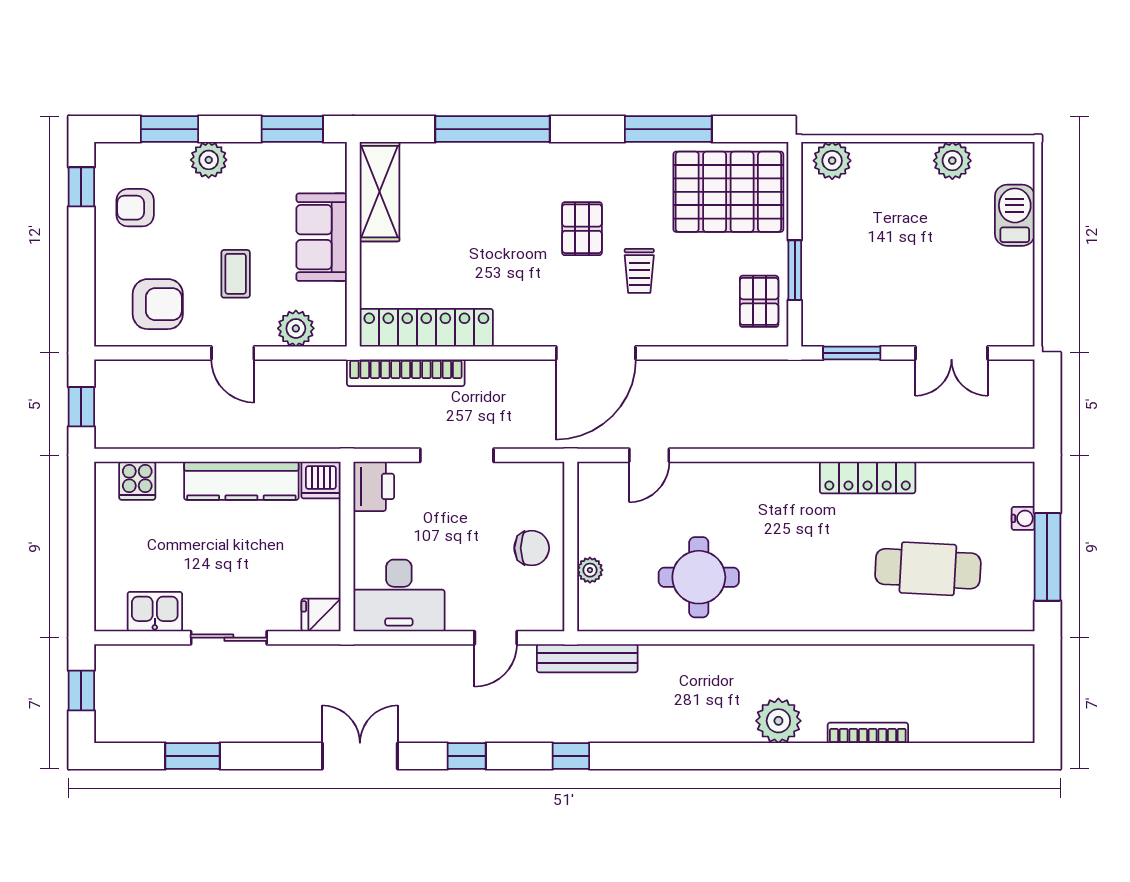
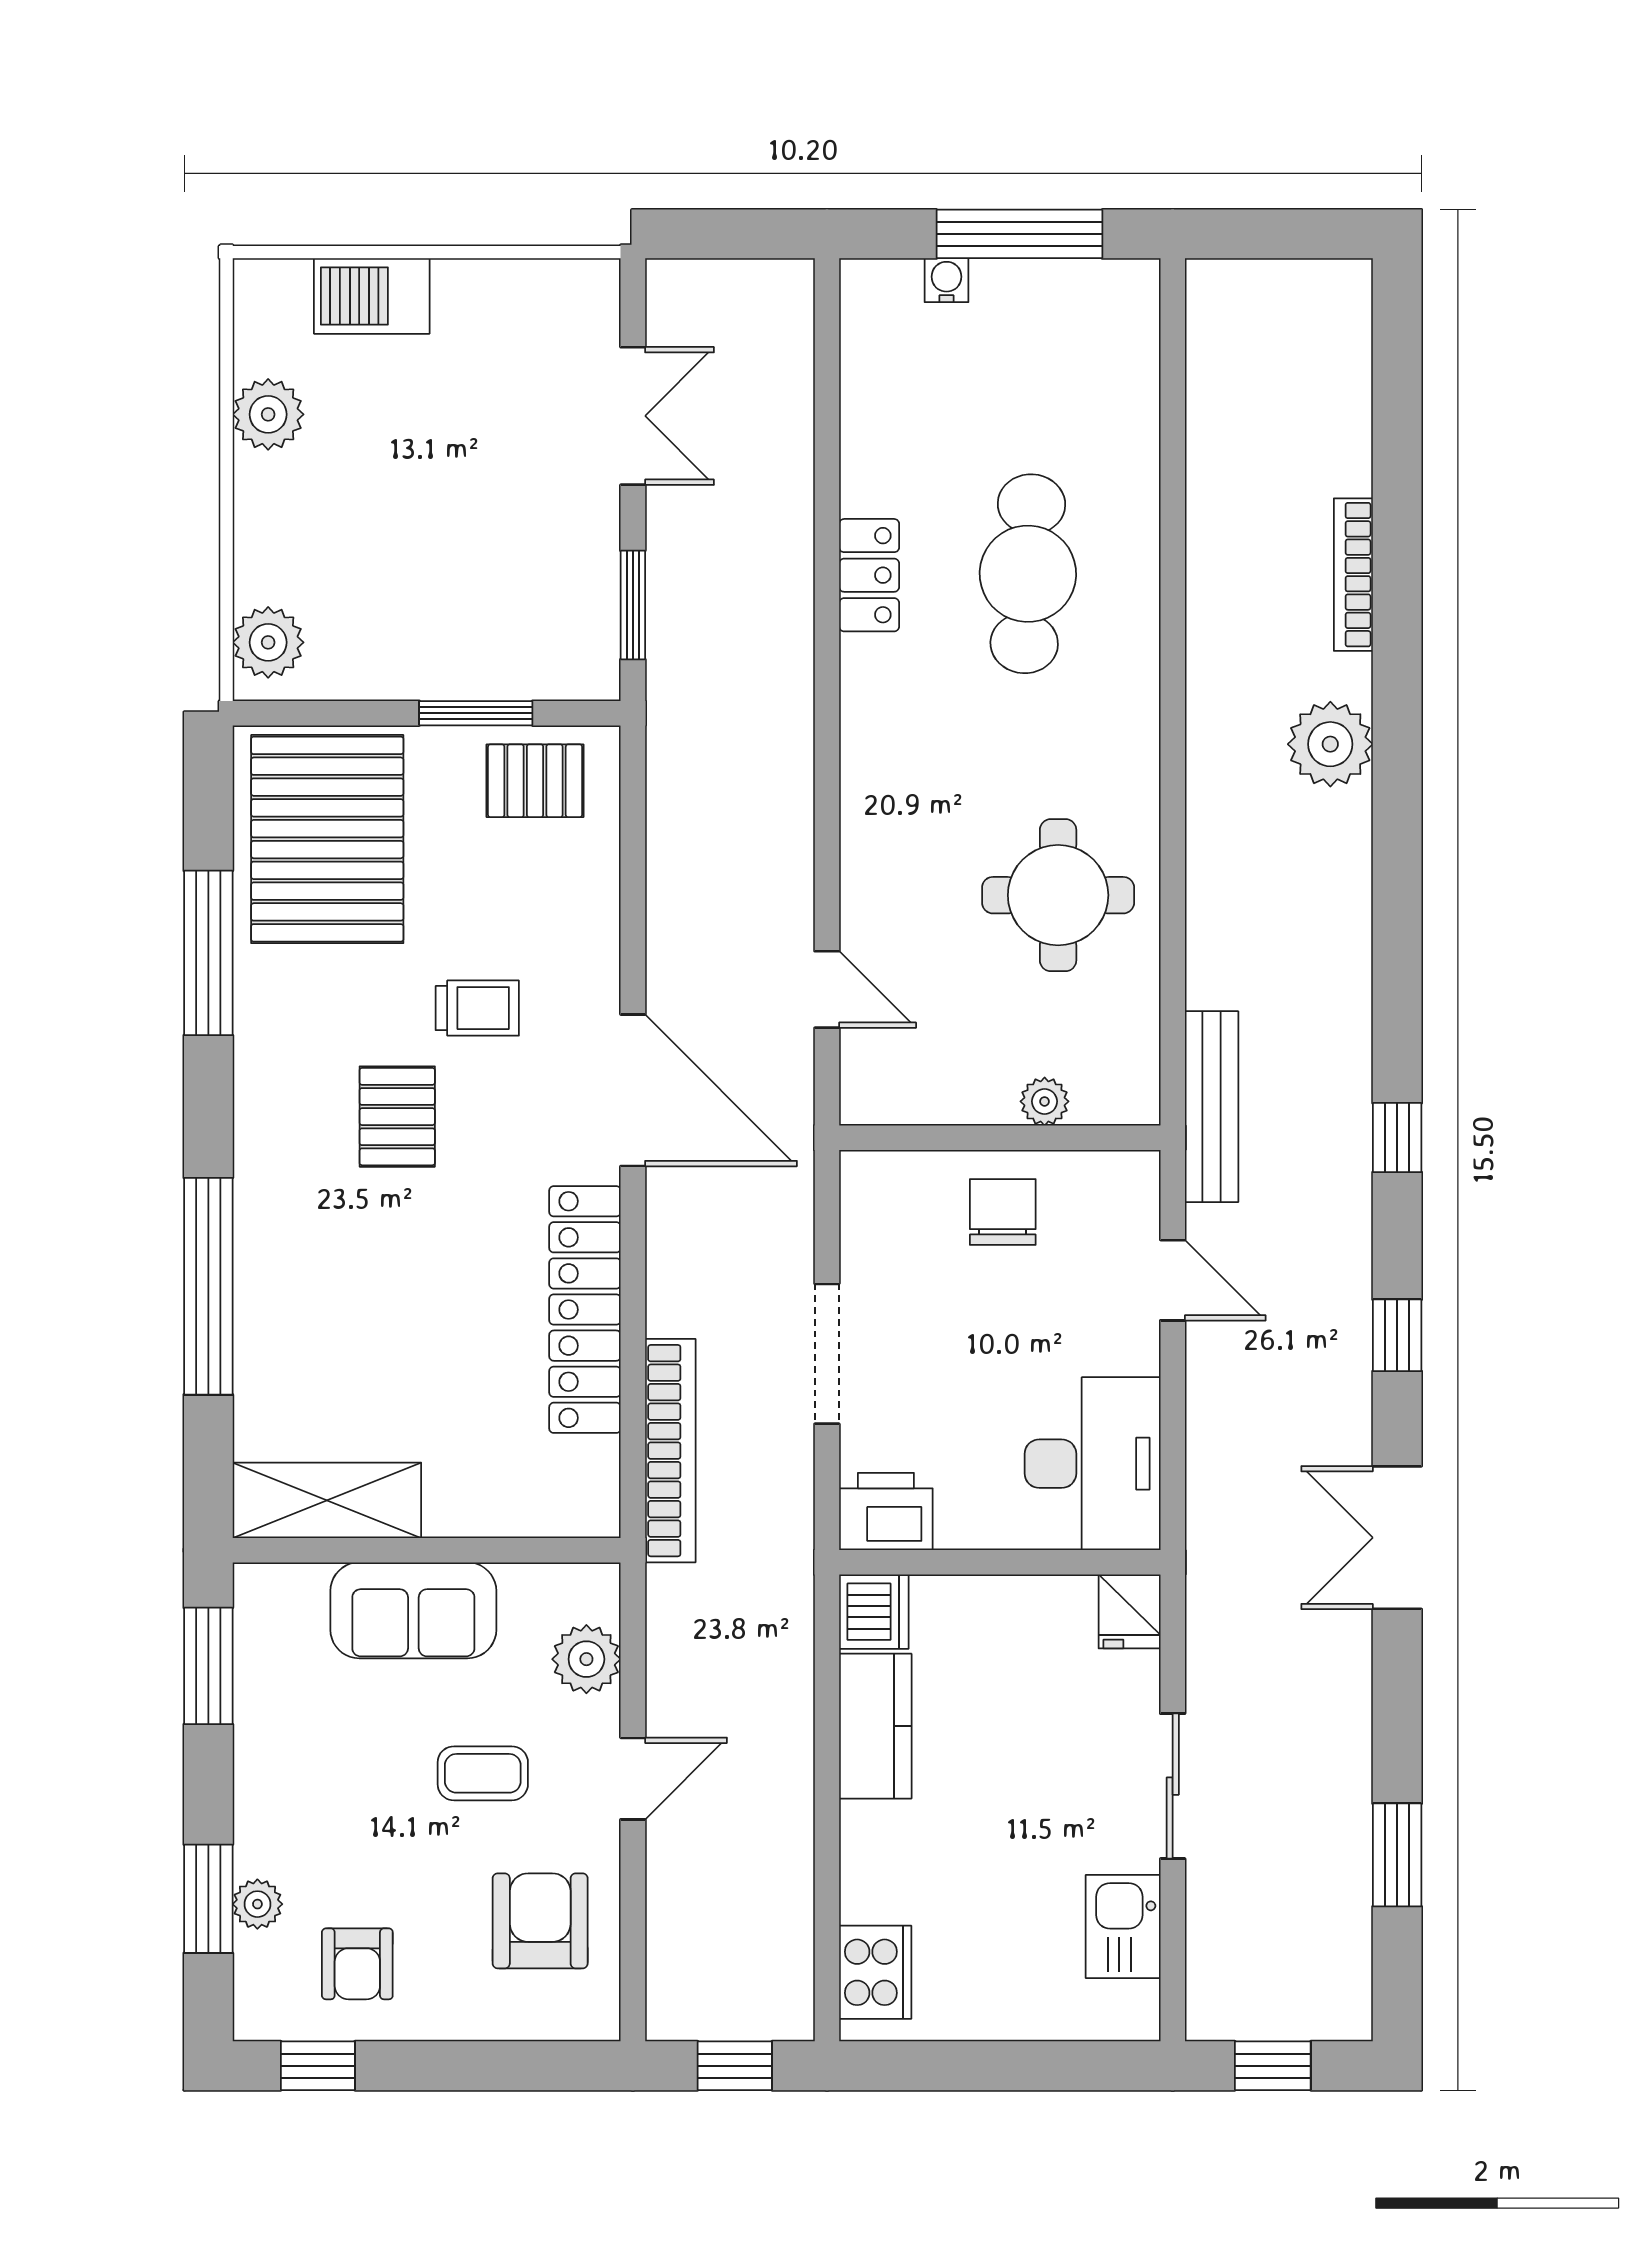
plant: (209, 160) -> (257, 1904), moved, width x0.73, depth x0.73
pallet: (582, 229) -> (397, 1117), turned 90
locker: (426, 328) -> (585, 1310), moved
locker: (868, 478) -> (869, 575), width x0.66
cooker: (137, 481) -> (875, 1972), width x1.36
kitchen counter: (241, 481) -> (875, 1726), width x0.67
cafe table: (928, 569) -> (1028, 574), moved

